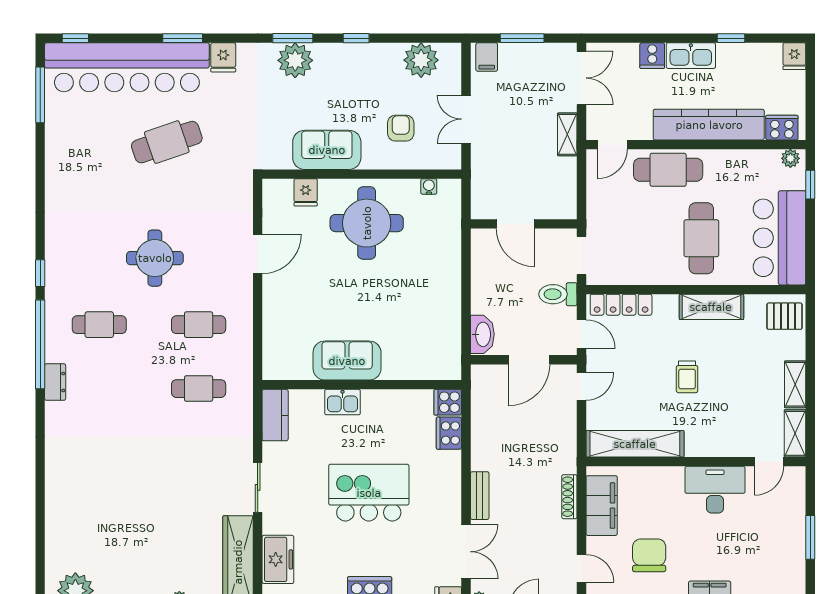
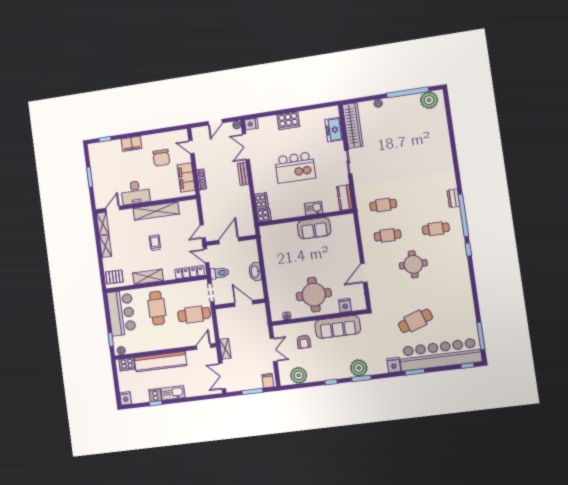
cooker: (652, 56) -> (155, 395), moved
sofa: (327, 150) -> (338, 327), width x1.36
cafe table: (668, 170) -> (194, 314), moved
washbasin: (482, 334) -> (255, 272), moved
shelving: (635, 444) -> (156, 211), moved

